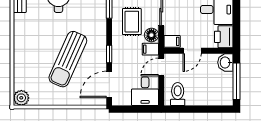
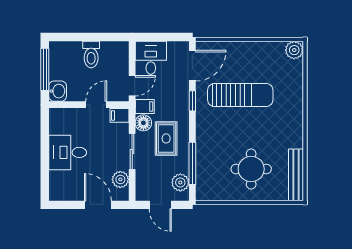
printer: (224, 37) -> (60, 121), removed
sun lounger: (68, 59) -> (240, 95), turned 66
toilet: (178, 94) -> (91, 54), moved

